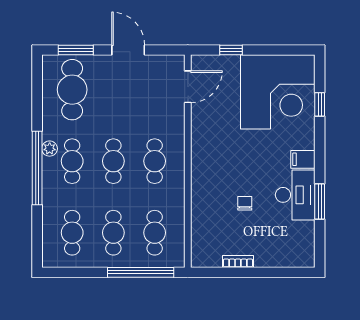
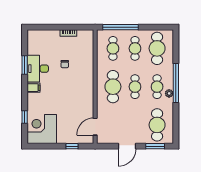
door: (128, 50) -> (127, 146), hinge flipped
corner desk: (278, 92) -> (42, 129), width x0.74, depth x0.74
cafe table: (155, 161) -> (113, 87), width x1.37, depth x1.35
cafe table: (72, 233) -> (157, 48), width x1.37, depth x1.35

